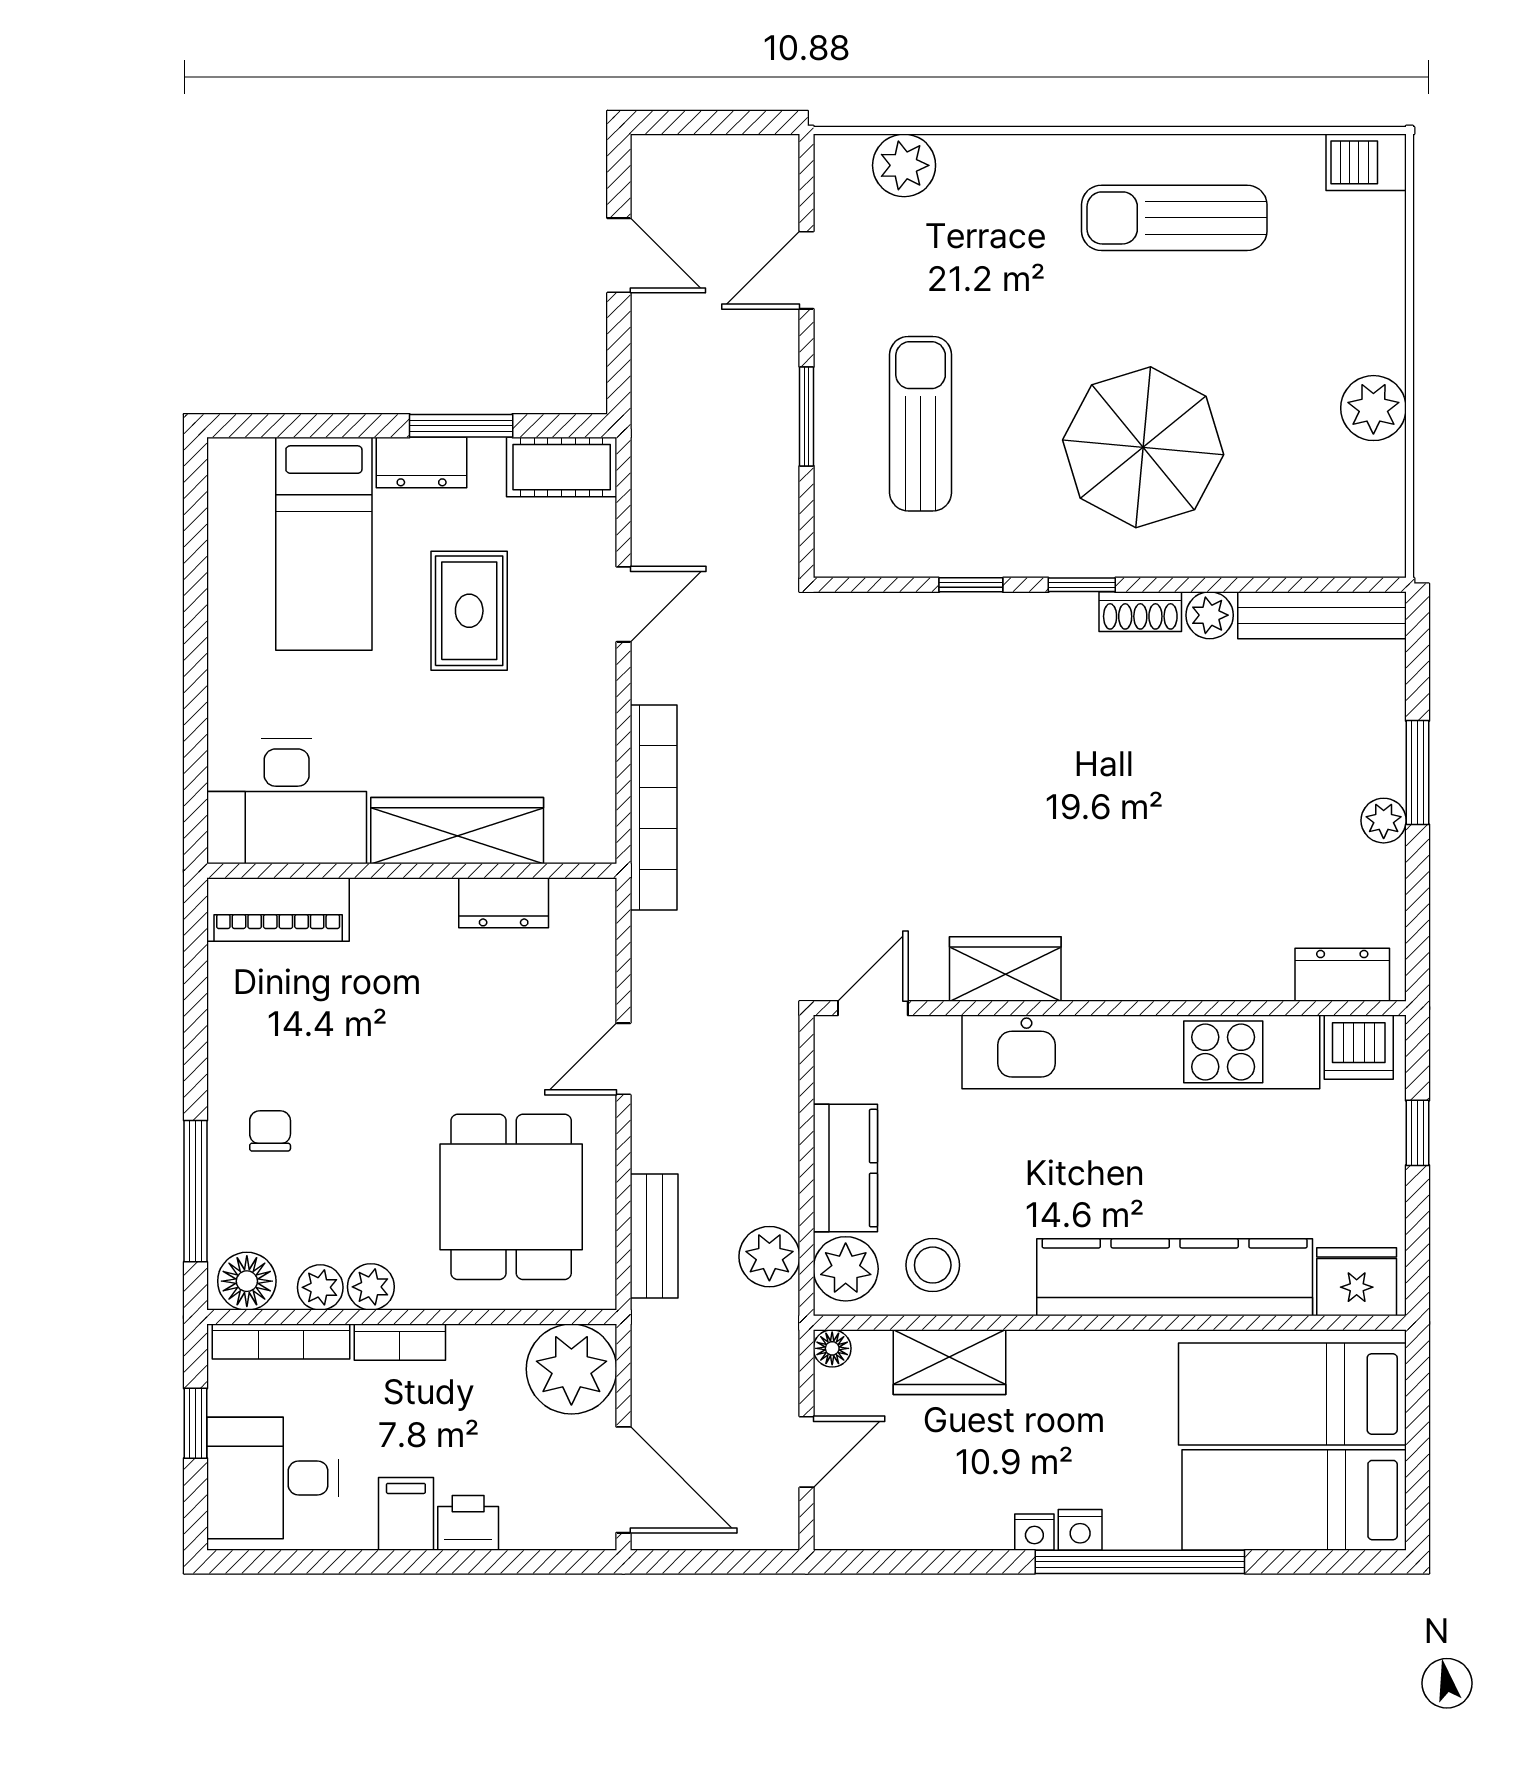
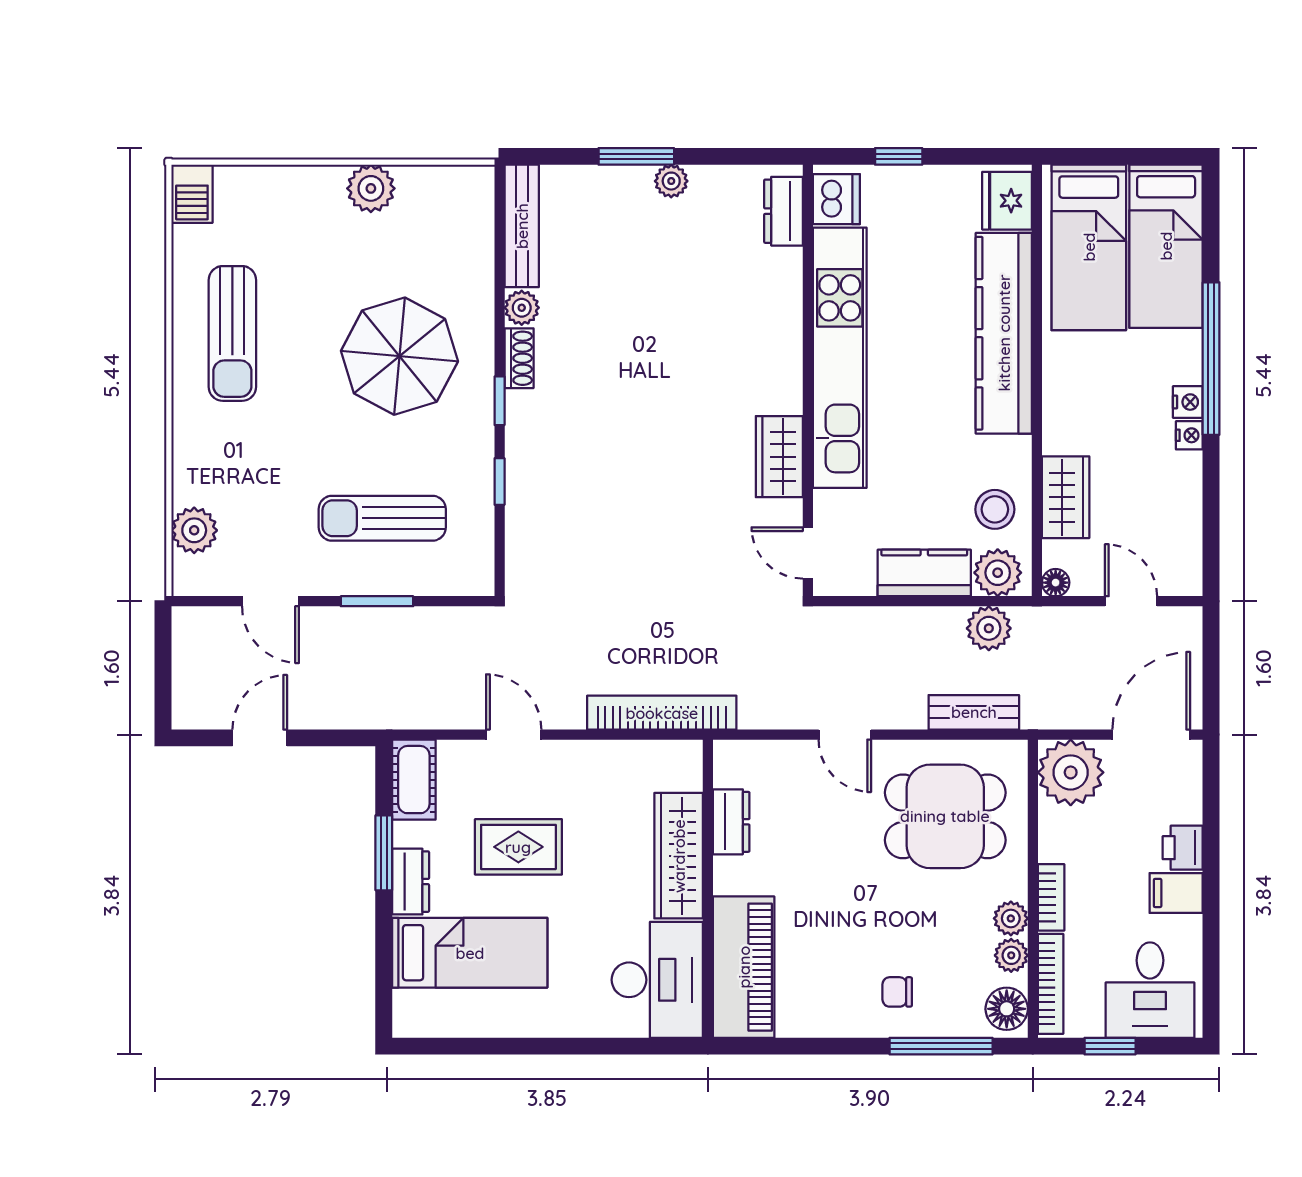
piano: (278, 909) -> (744, 967), width x1.37, depth x1.33

